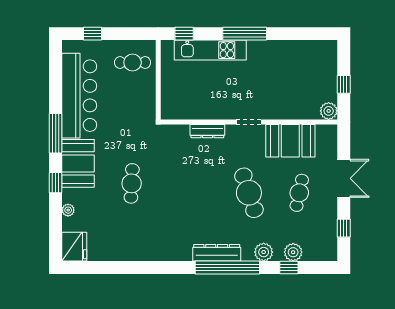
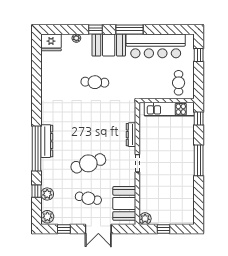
kitchen unit: (210, 50) -> (169, 109), moved, turned -90
booth: (290, 141) -> (124, 203), moved
plant: (264, 252) -> (47, 217), moved

